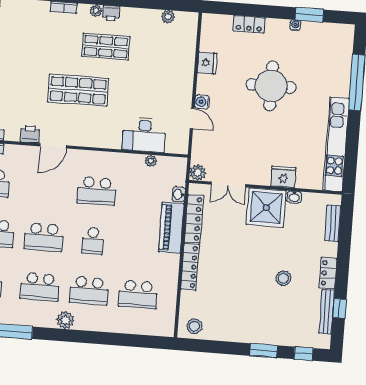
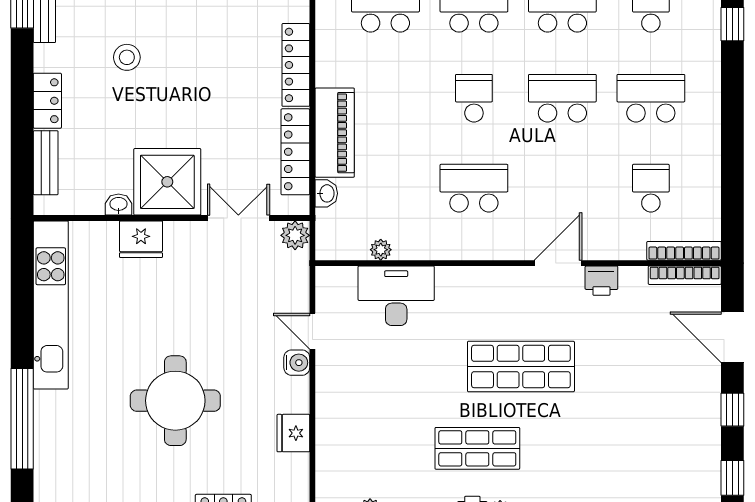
locker: (328, 273) -> (47, 101), moved

